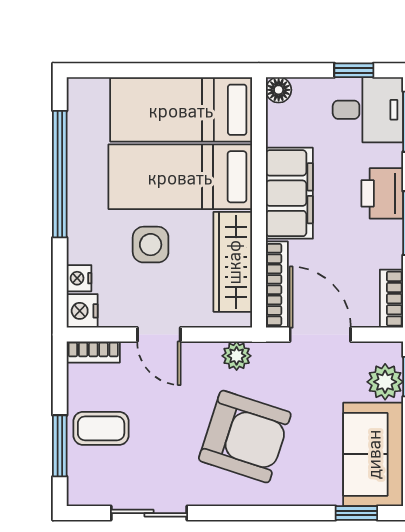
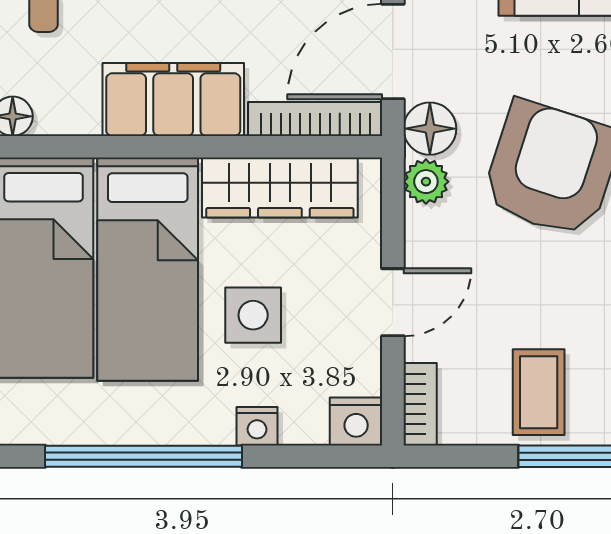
nightstand: (79, 278) -> (257, 426), moved
floor lamp: (271, 358) -> (430, 129), added

